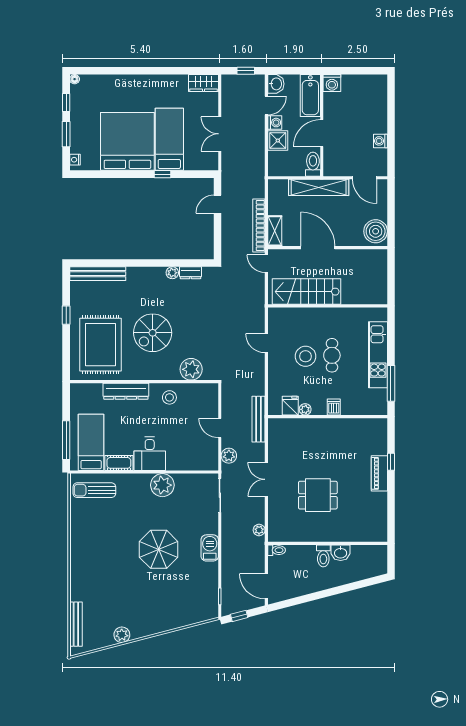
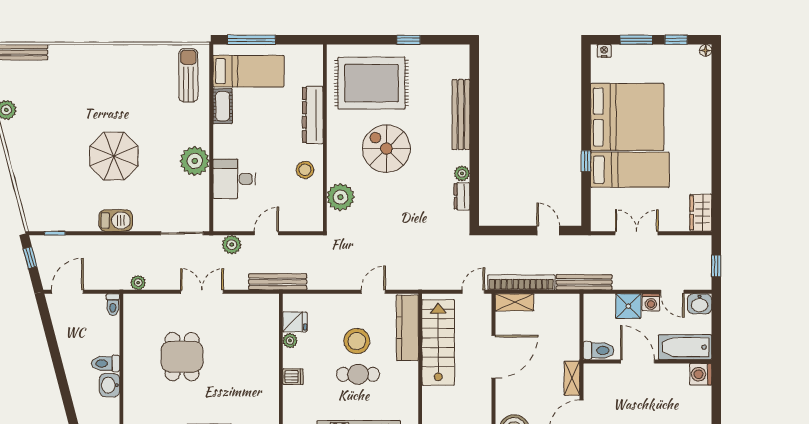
bench: (259, 176) -> (584, 282), added
shelving: (319, 187) -> (572, 378), width x0.45, depth x0.75
bench: (98, 274) -> (461, 115), moved
kitchen counter: (295, 316) -> (407, 328), added
desk: (150, 454) -> (234, 179), moved

